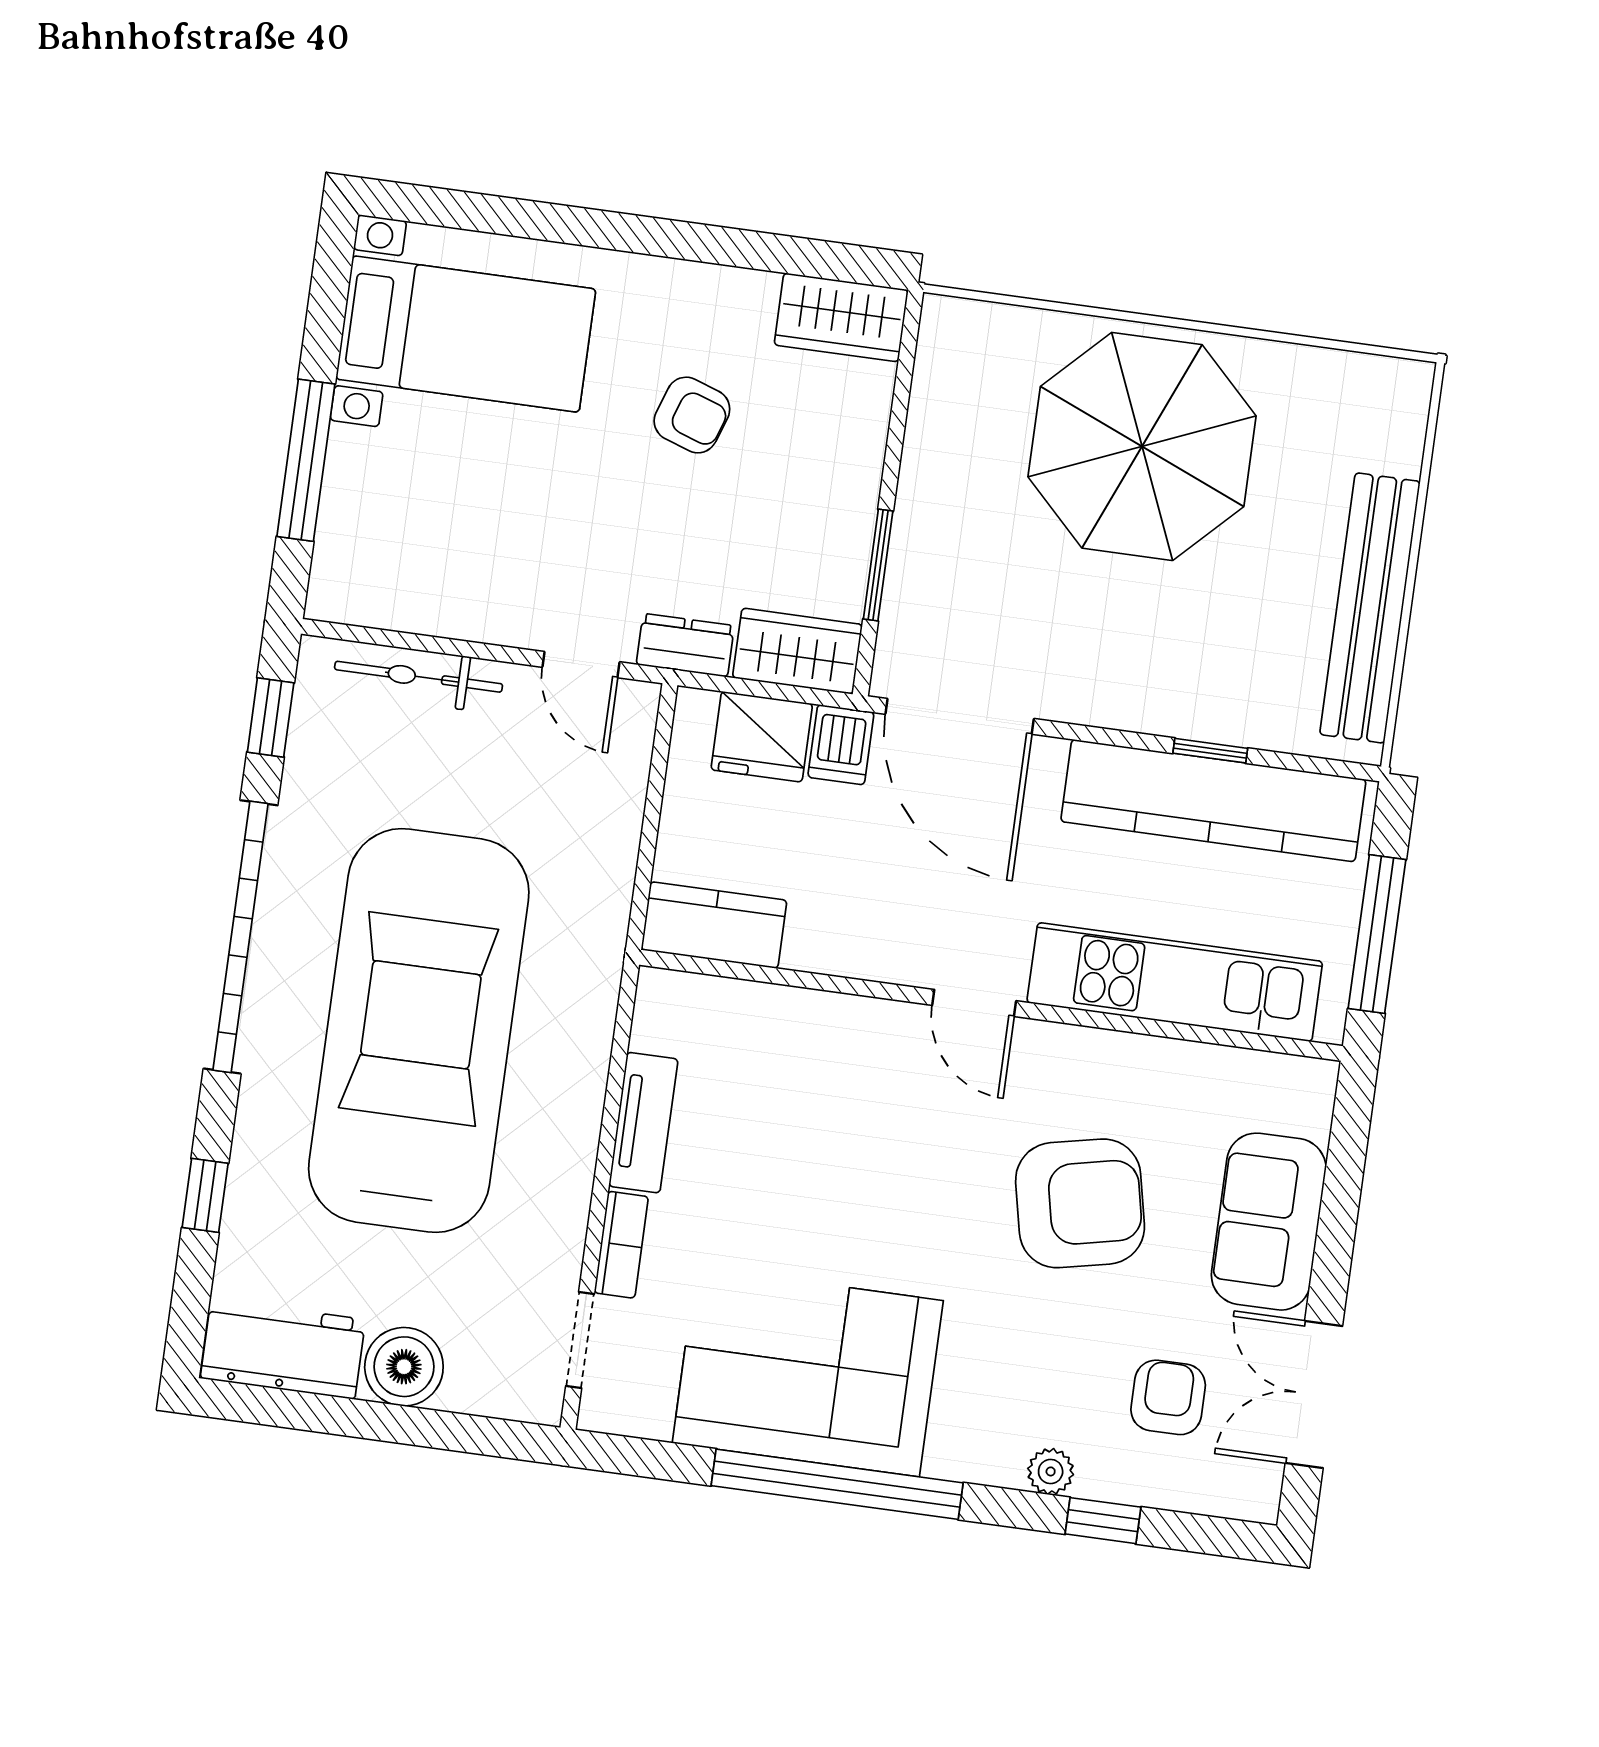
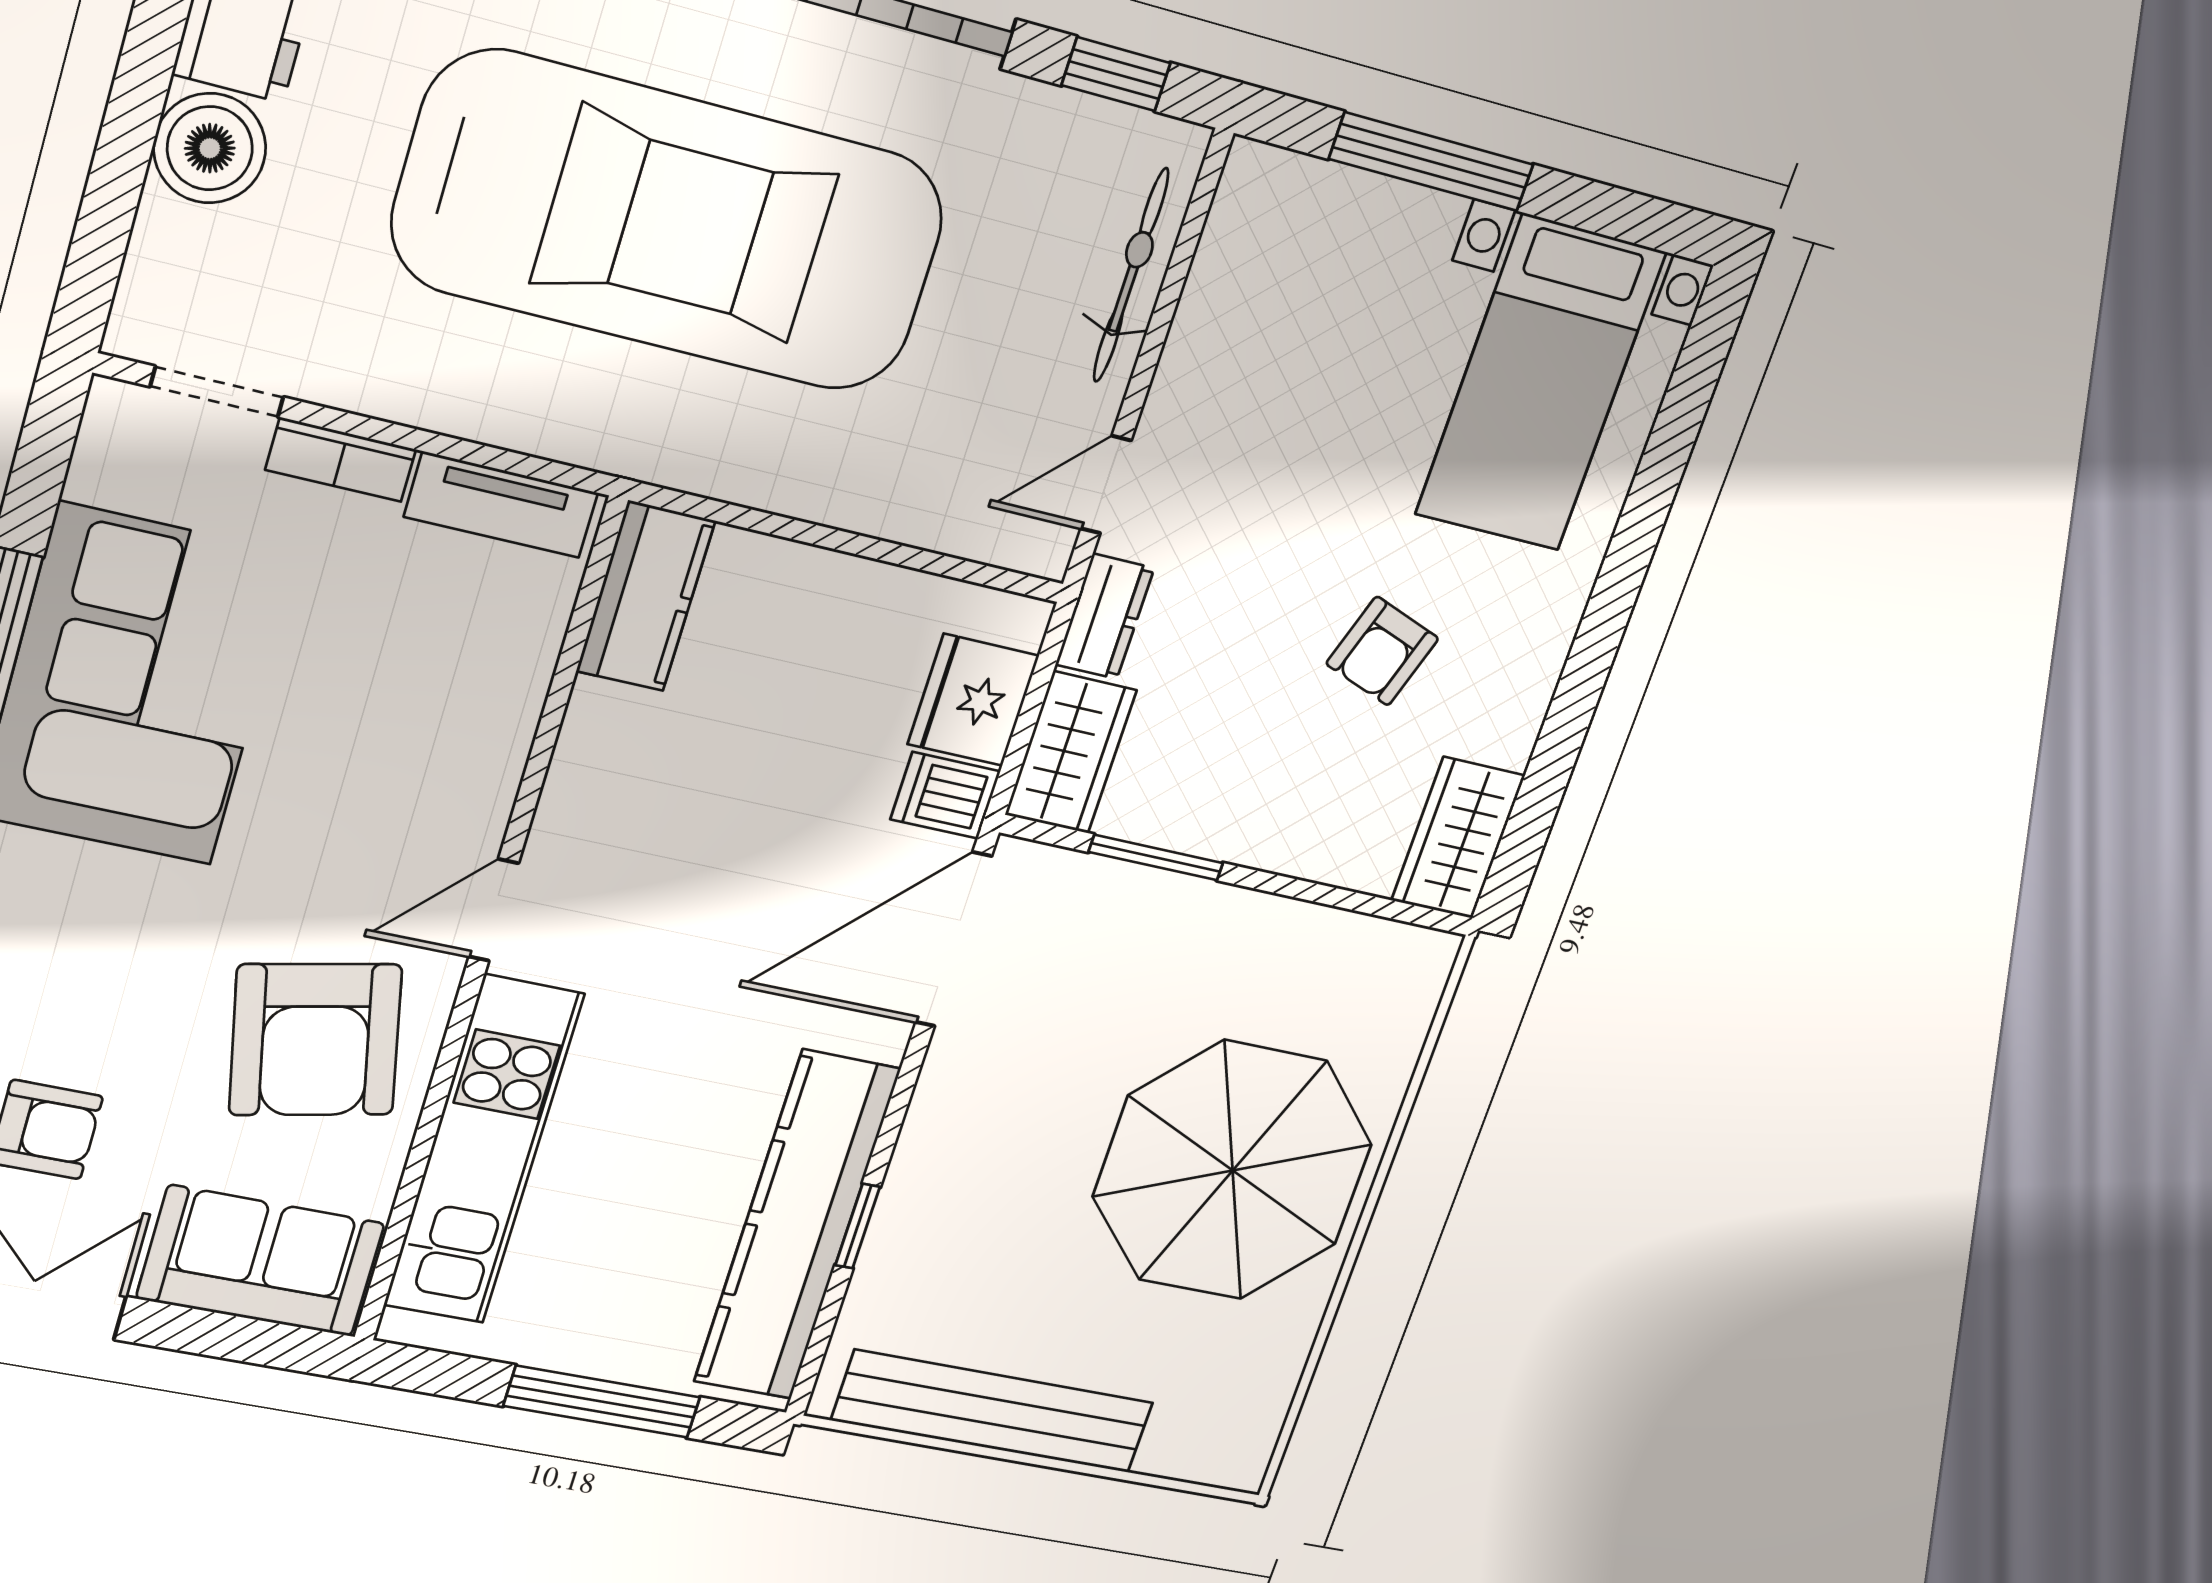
kitchen counter: (714, 925) -> (646, 596), moved
kitchen unit: (1175, 982) -> (483, 1150), moved
door: (974, 1003) -> (494, 910), moved
wall: (991, 1005) -> (488, 930), moved

